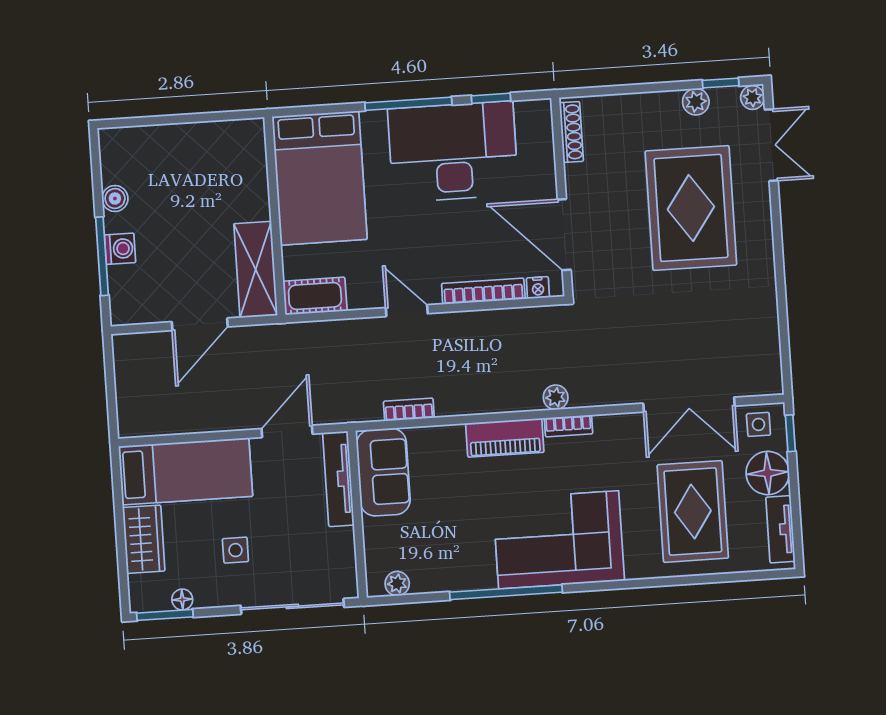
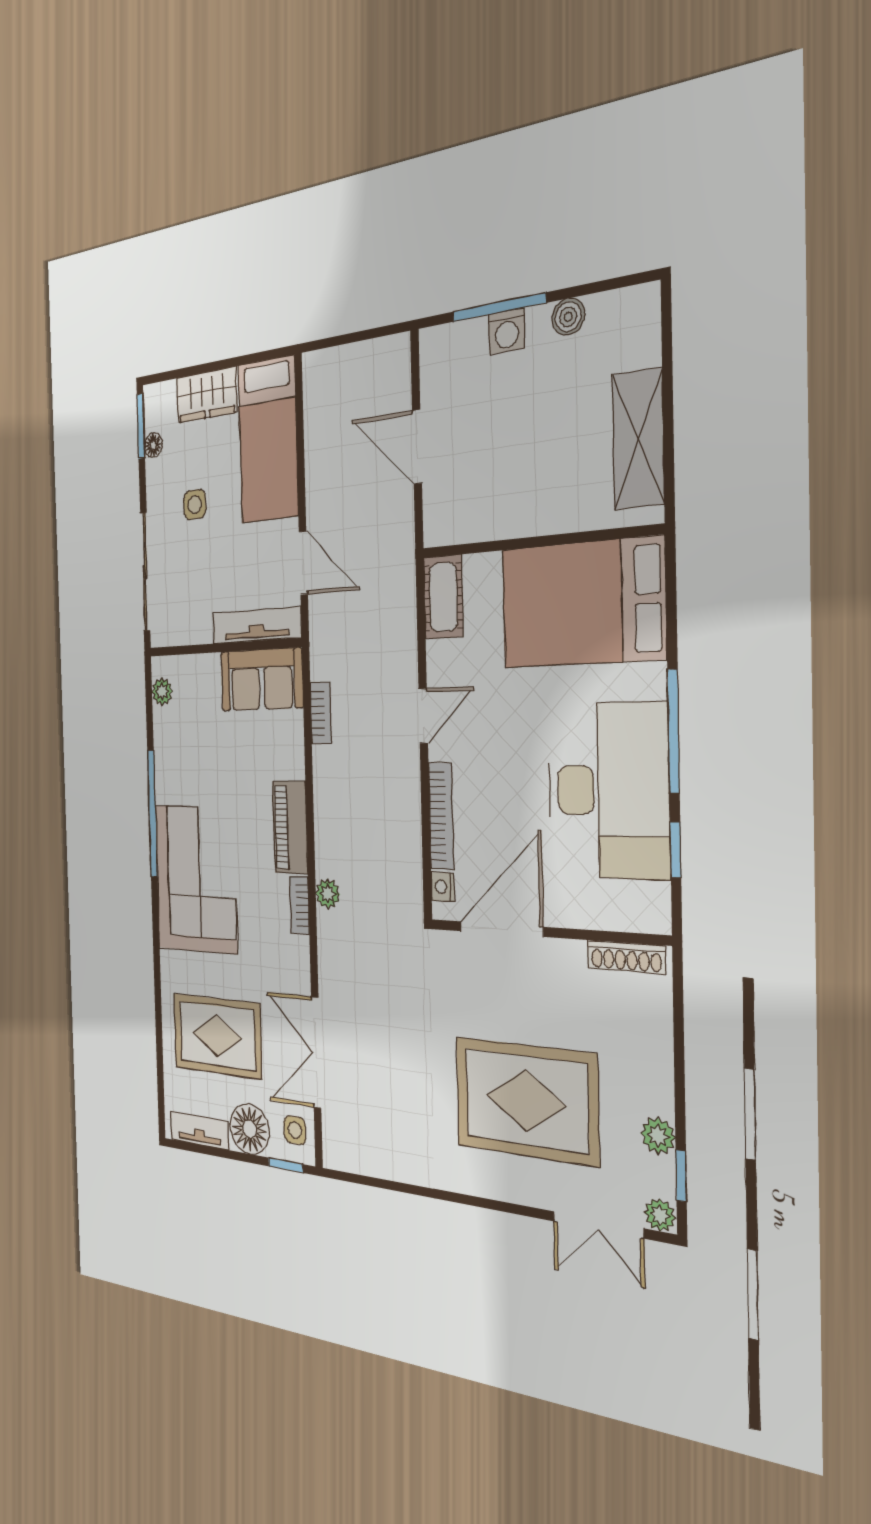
shelving: (256, 270) -> (638, 439), moved, turned 90

